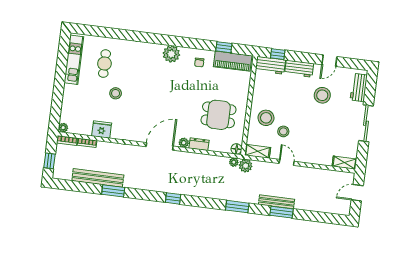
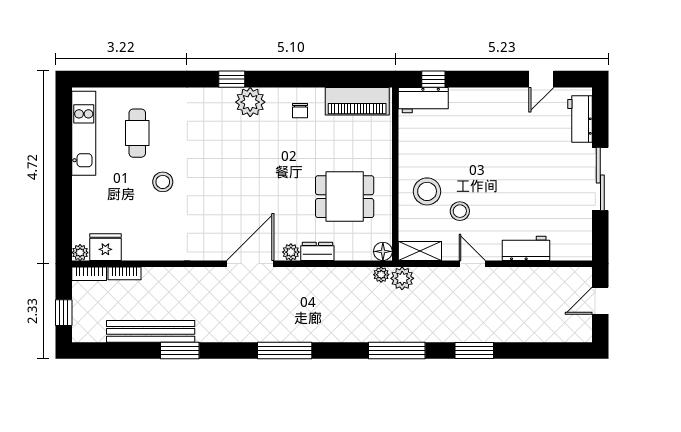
window: (224, 47) -> (232, 79), moved
door: (329, 61) -> (541, 79), moved
workbench: (299, 69) -> (526, 248), moved, turned 180
stool: (322, 95) -> (519, 140), removed
fridge: (102, 129) -> (105, 247), moved
shelving: (344, 163) -> (572, 251), removed
window: (173, 198) -> (285, 350), width x2.17
bench: (276, 202) -> (463, 334), removed
window: (237, 207) -> (397, 350), width x1.44

